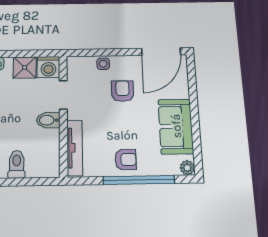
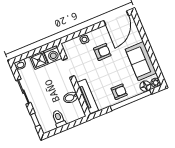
armchair: (123, 91) -> (102, 52), turned 90
bidet: (48, 120) -> (71, 97), moved
floor lamp: (169, 167) -> (145, 86), added

